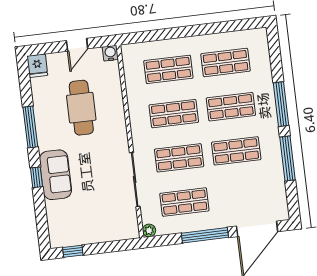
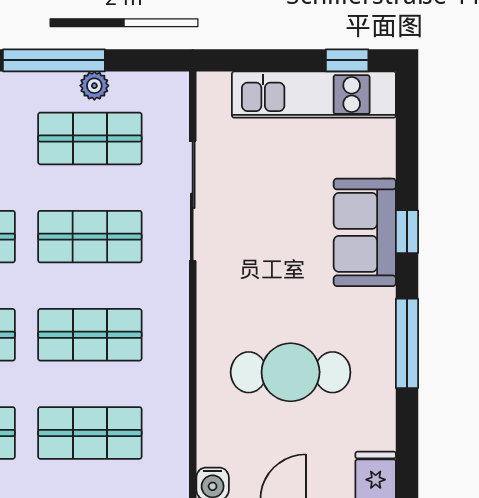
cafe table: (81, 108) -> (291, 372), turned 90
plant: (149, 230) -> (94, 86), moved
kitchen unit: (86, 234) -> (314, 95), added

